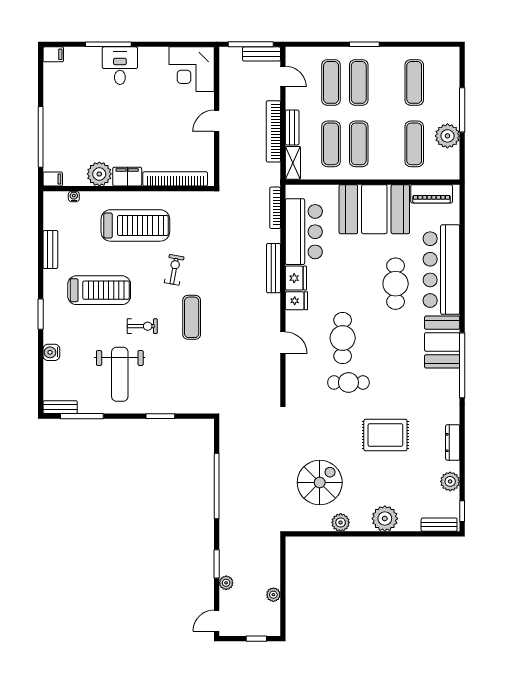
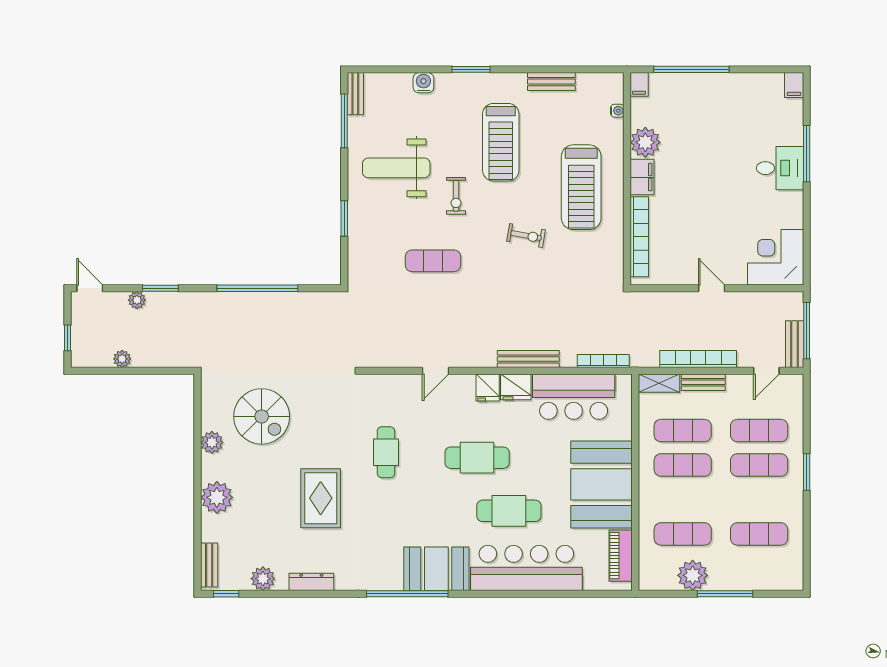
exercise mat: (192, 317) -> (433, 261), moved
cafe table: (343, 338) -> (477, 458), moved

